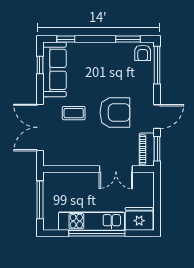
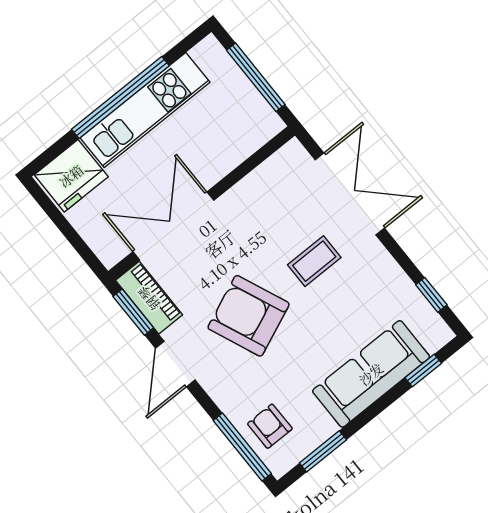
armchair: (143, 53) -> (270, 426), moved
sofa: (54, 69) -> (371, 374), moved, turned 90
armchair: (115, 112) -> (249, 316), turned 67
double door: (116, 169) -> (173, 226), width x1.37

